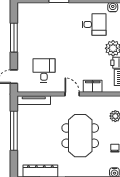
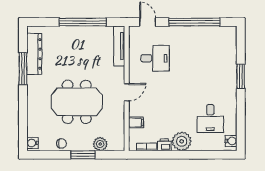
window: (14, 38) -> (194, 22), width x1.46
filing cabinet: (93, 86) -> (136, 122), width x0.50

